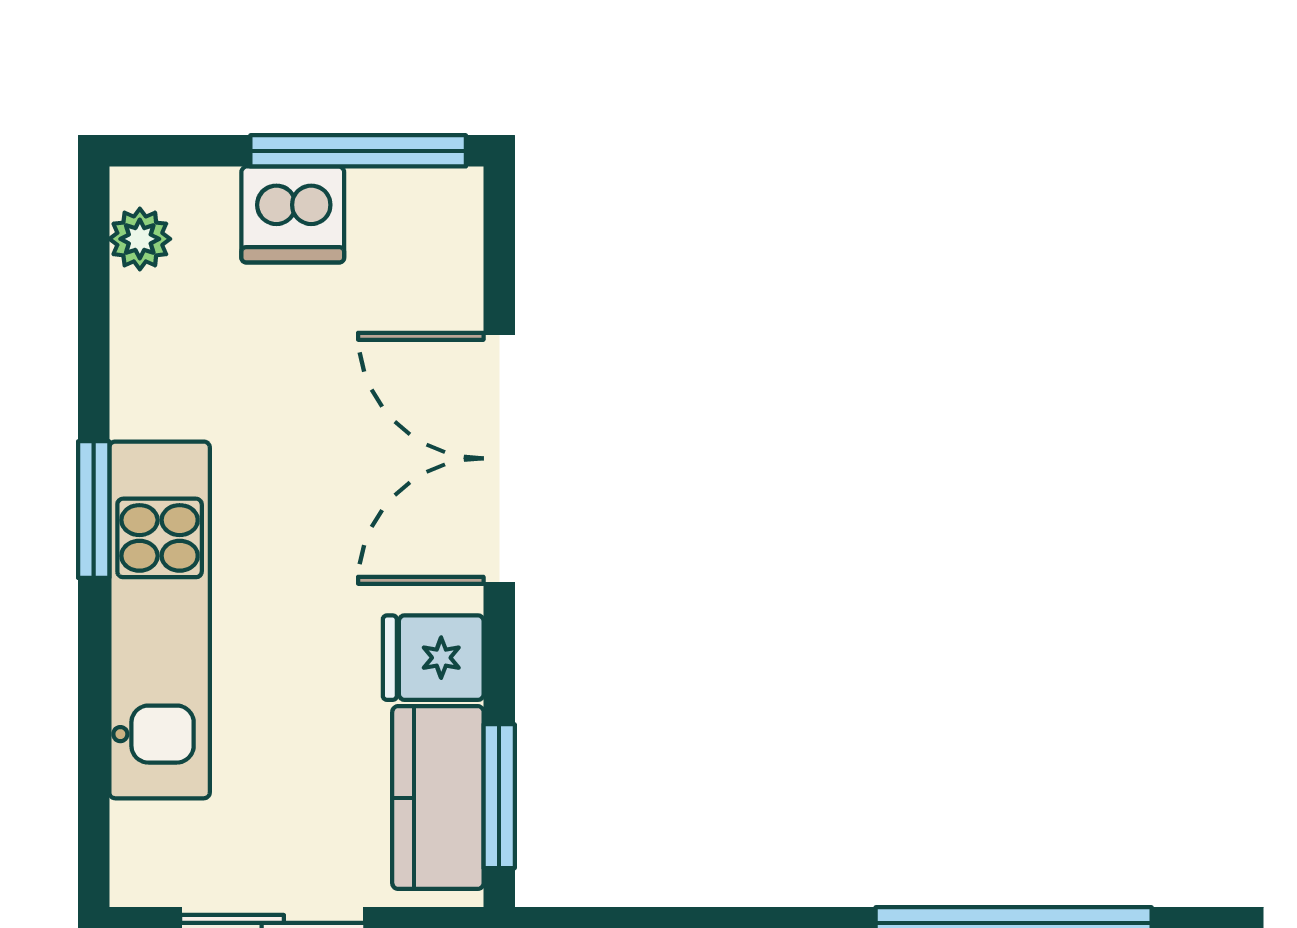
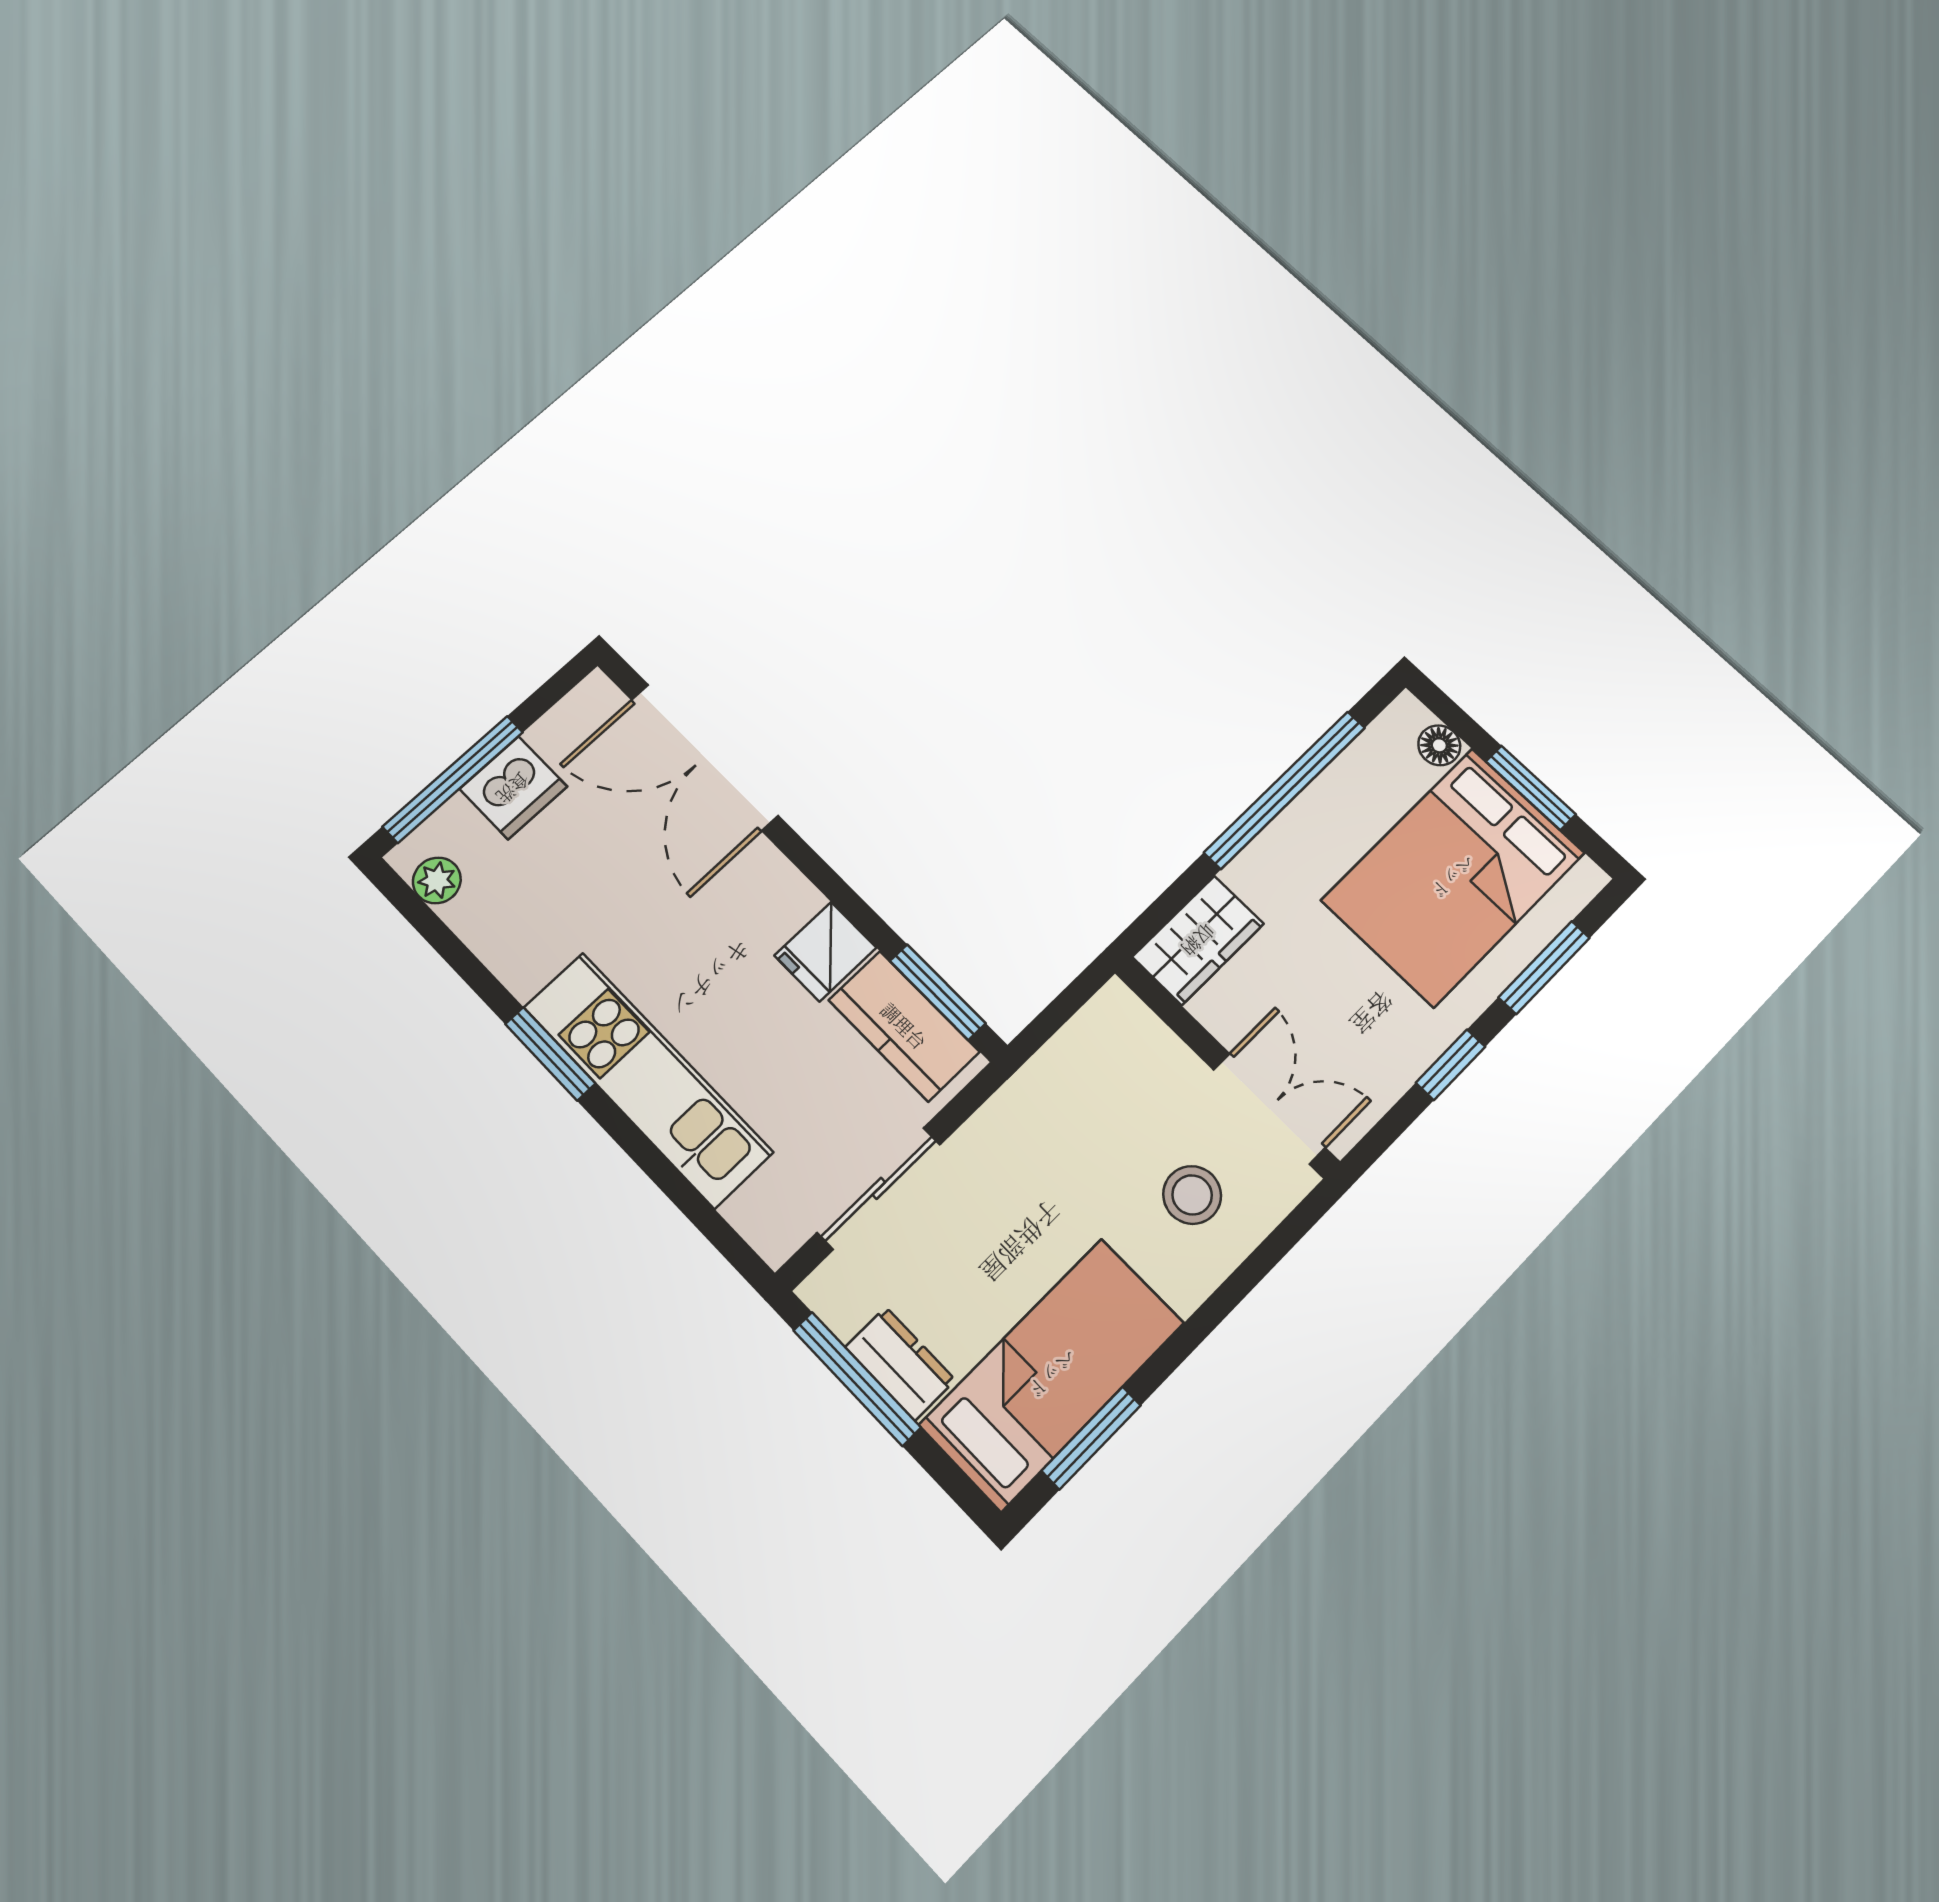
window: (358, 151) -> (453, 779), moved
double door: (499, 458) -> (704, 757), moved

